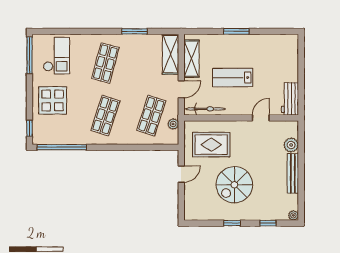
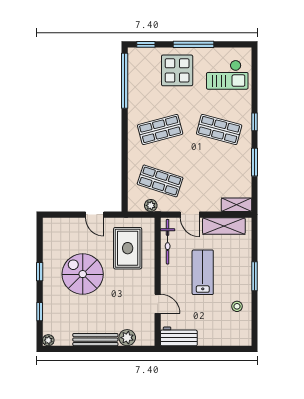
window: (99, 31) -> (255, 122), added
stool: (263, 47) -> (237, 306), added
shelving: (170, 54) -> (236, 205), width x0.67, depth x0.75
window: (29, 55) -> (194, 44), moved
shop shelf: (105, 116) -> (160, 130), turned -33

